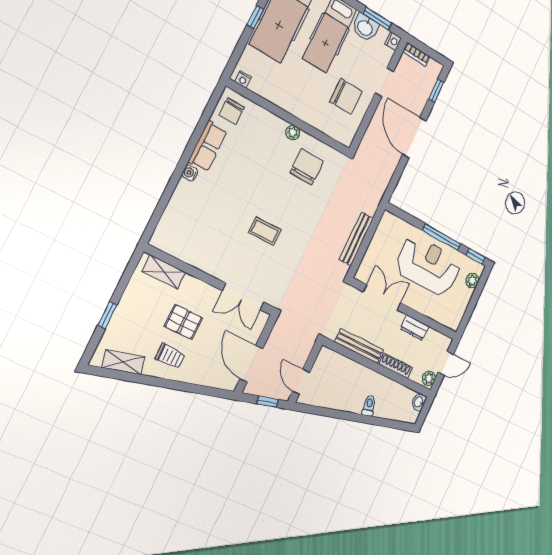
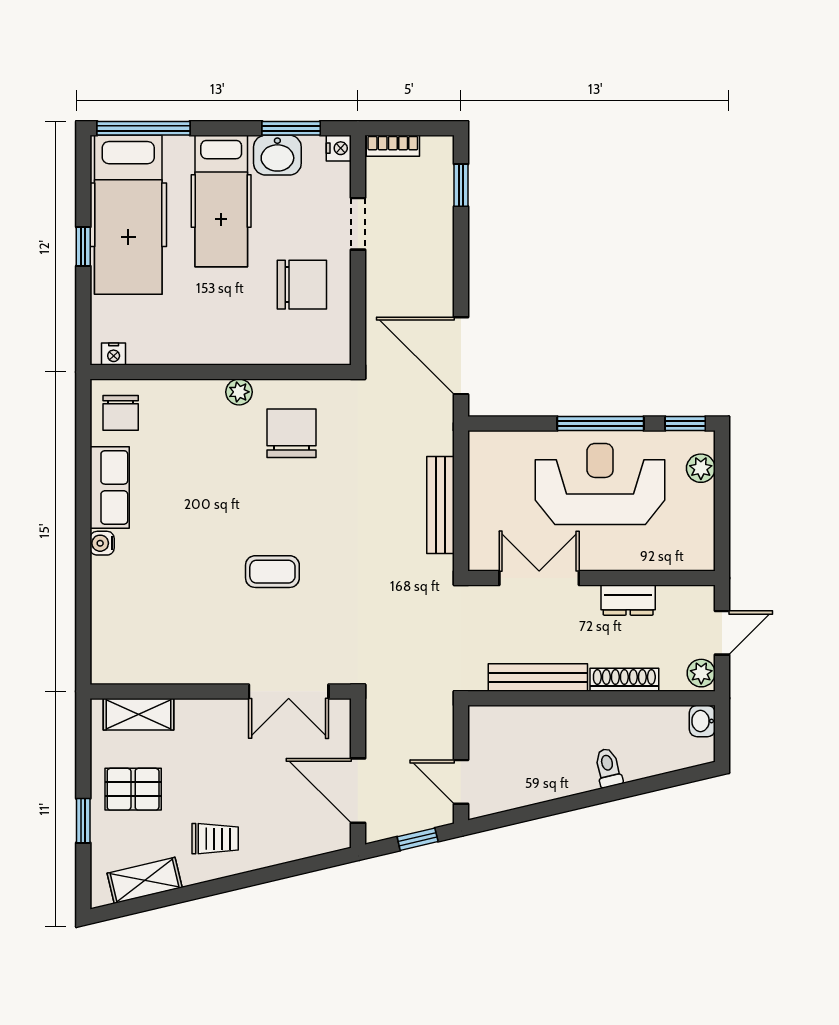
door: (414, 138) -> (461, 356), moved
pallet: (183, 322) -> (133, 789), moved

